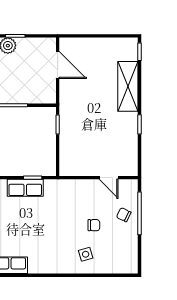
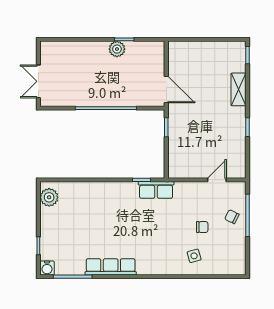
door: (58, 65) -> (166, 90), moved
shelving: (128, 86) -> (238, 89), width x0.67, depth x0.75
door: (109, 178) -> (217, 180), swing flipped
row of seats: (25, 188) -> (156, 190), moved

